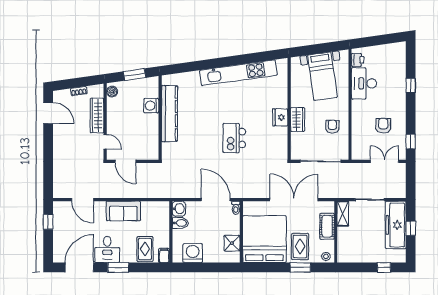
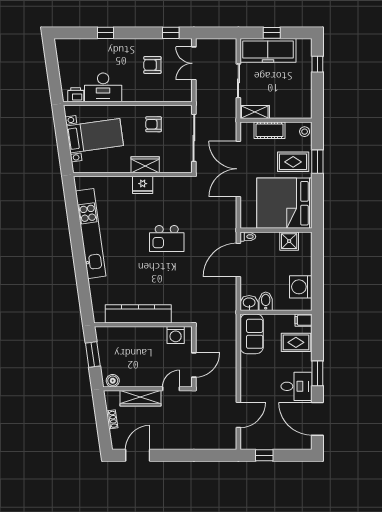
washing machine: (151, 106) -> (176, 335), moved
sofa: (123, 211) -> (252, 334), moved

